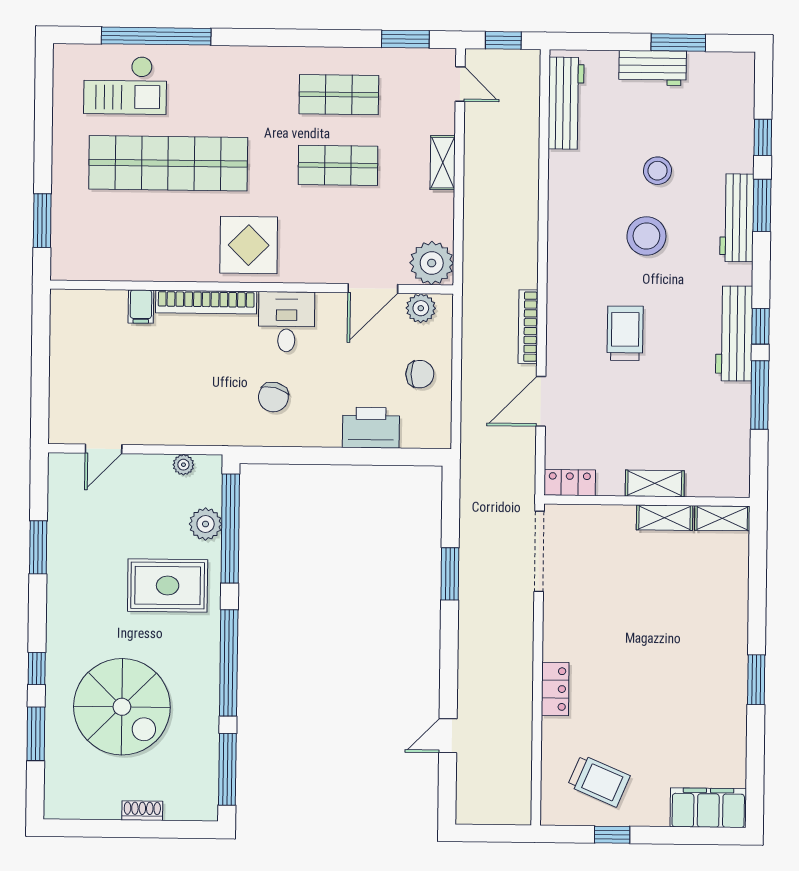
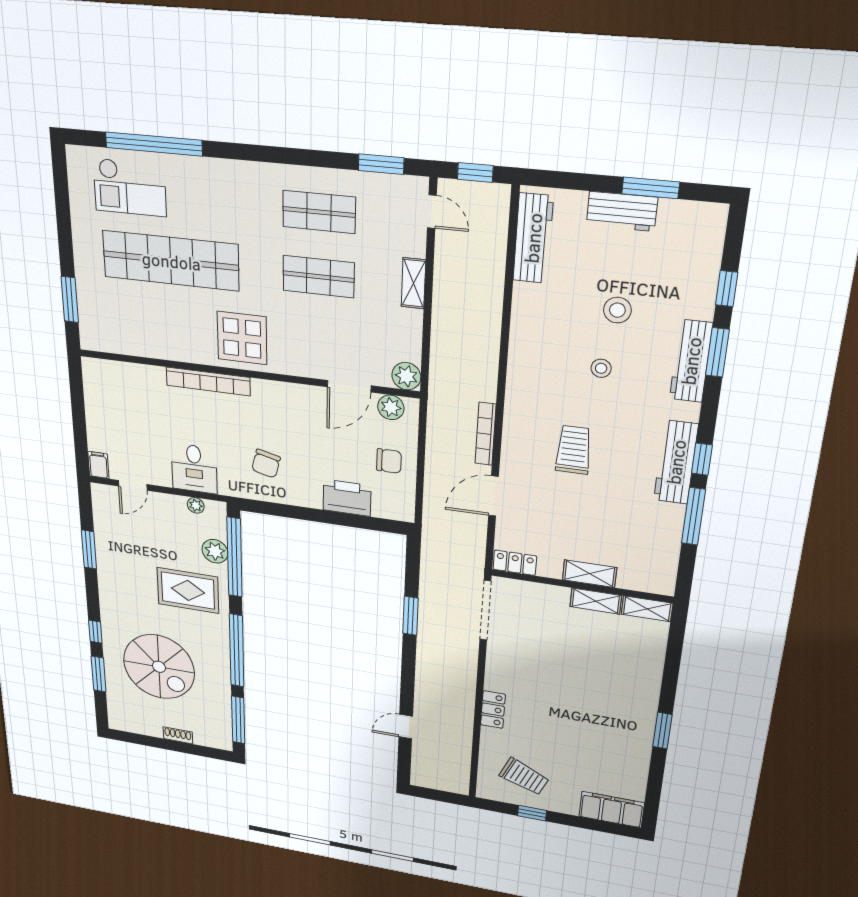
stool: (646, 236) -> (601, 368), width x0.53, depth x0.53
plant: (432, 263) -> (406, 376), width x0.73, depth x0.73
filing cabinet: (141, 307) -> (98, 465), moved, turned 180
desk: (286, 322) -> (194, 469), moved, turned 180

